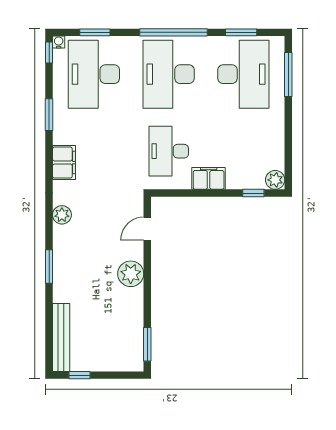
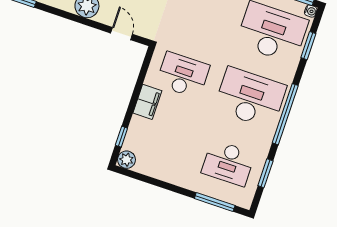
desk: (243, 74) -> (228, 163), width x0.73, depth x0.77

